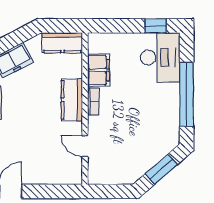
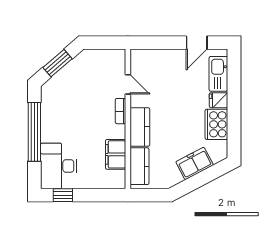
kitchen counter: (62, 43) -> (140, 166), moved, turned 90
bookcase: (93, 102) -> (120, 111), moved

